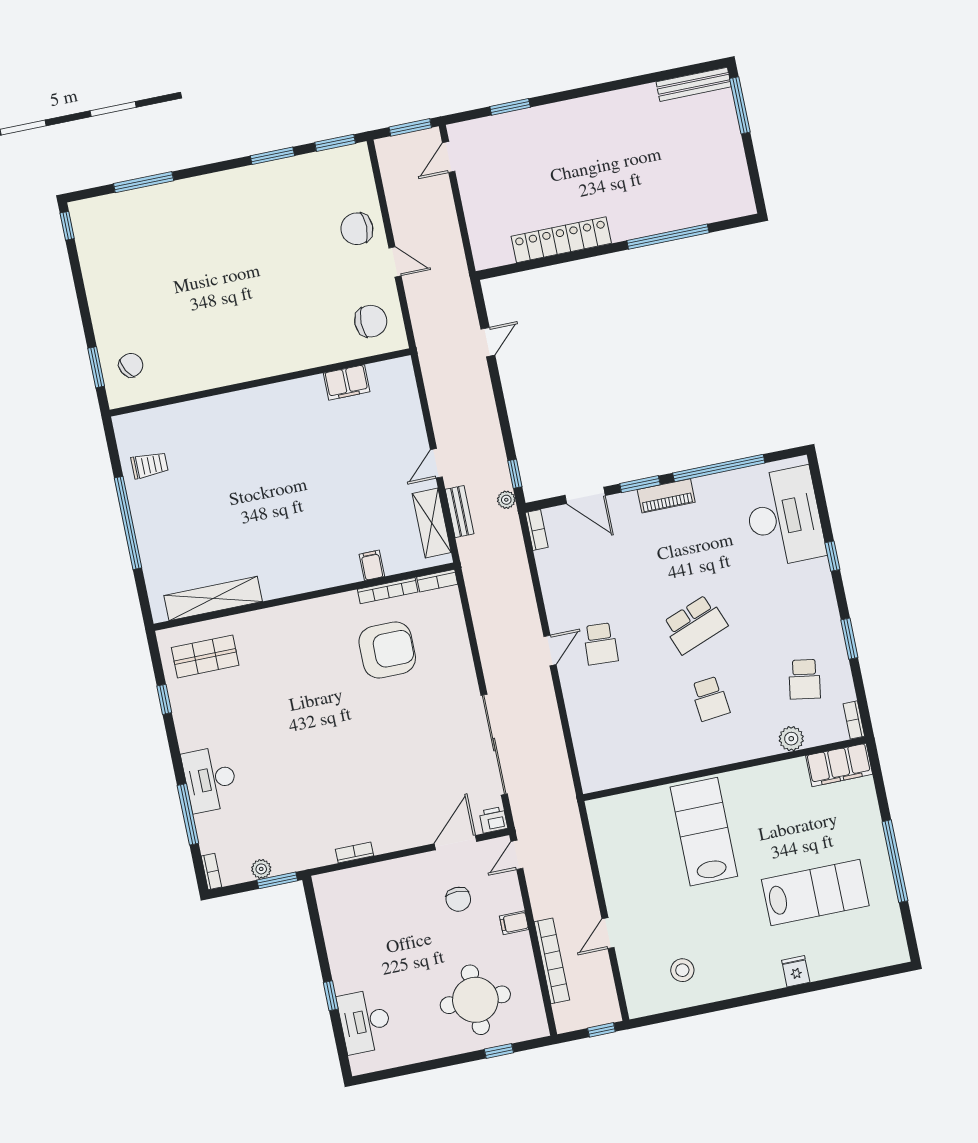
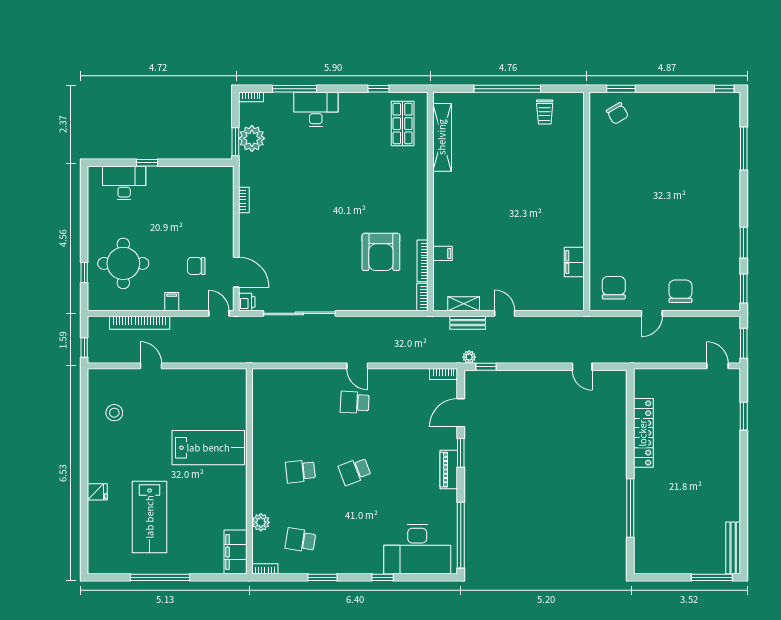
chair: (371, 321) -> (614, 288), turned 180
window: (719, 468) -> (461, 535), moved
shelving: (432, 523) -> (464, 304), width x0.67, depth x0.75
school desk: (695, 624) -> (355, 471), width x0.54
plant: (261, 869) -> (252, 138), width x1.88, depth x1.88

